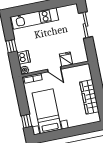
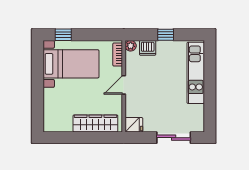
fridge: (66, 59) -> (134, 125), moved
wardrobe: (89, 97) -> (95, 123), moved

